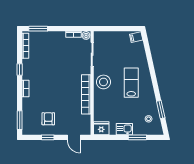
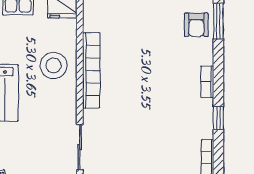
stool: (103, 82) -> (54, 65), moved
armchair: (48, 119) -> (196, 25), moved

